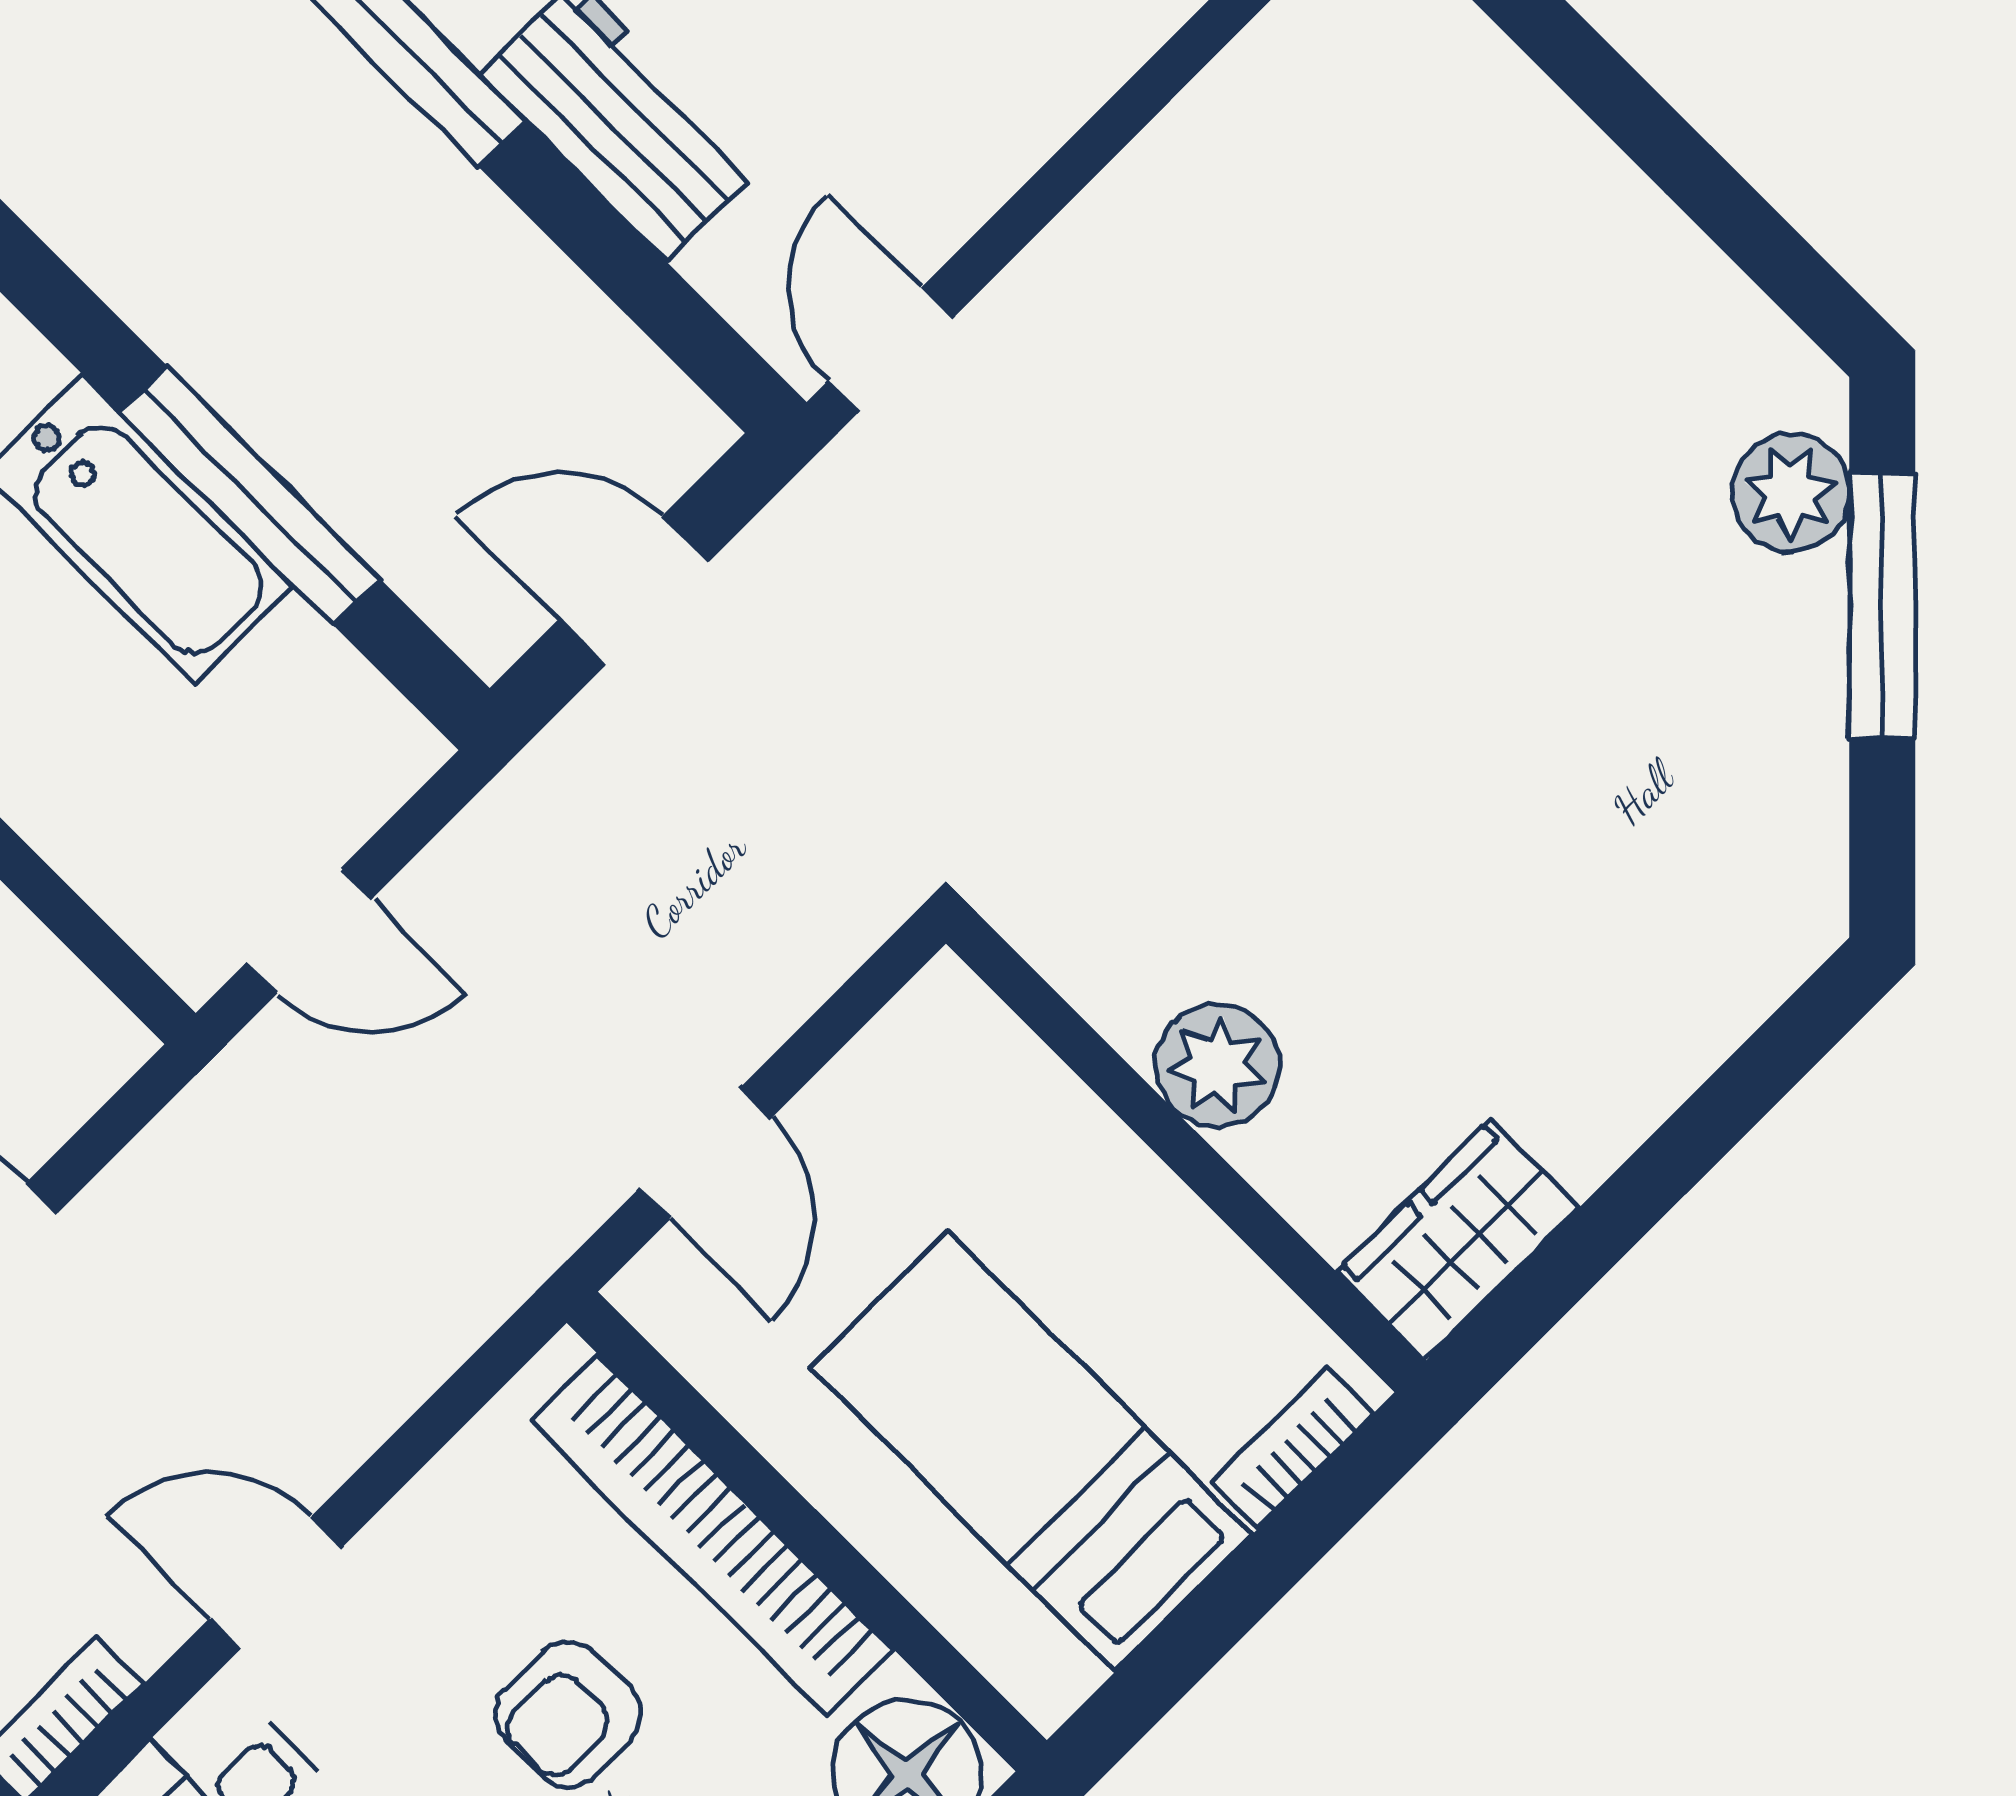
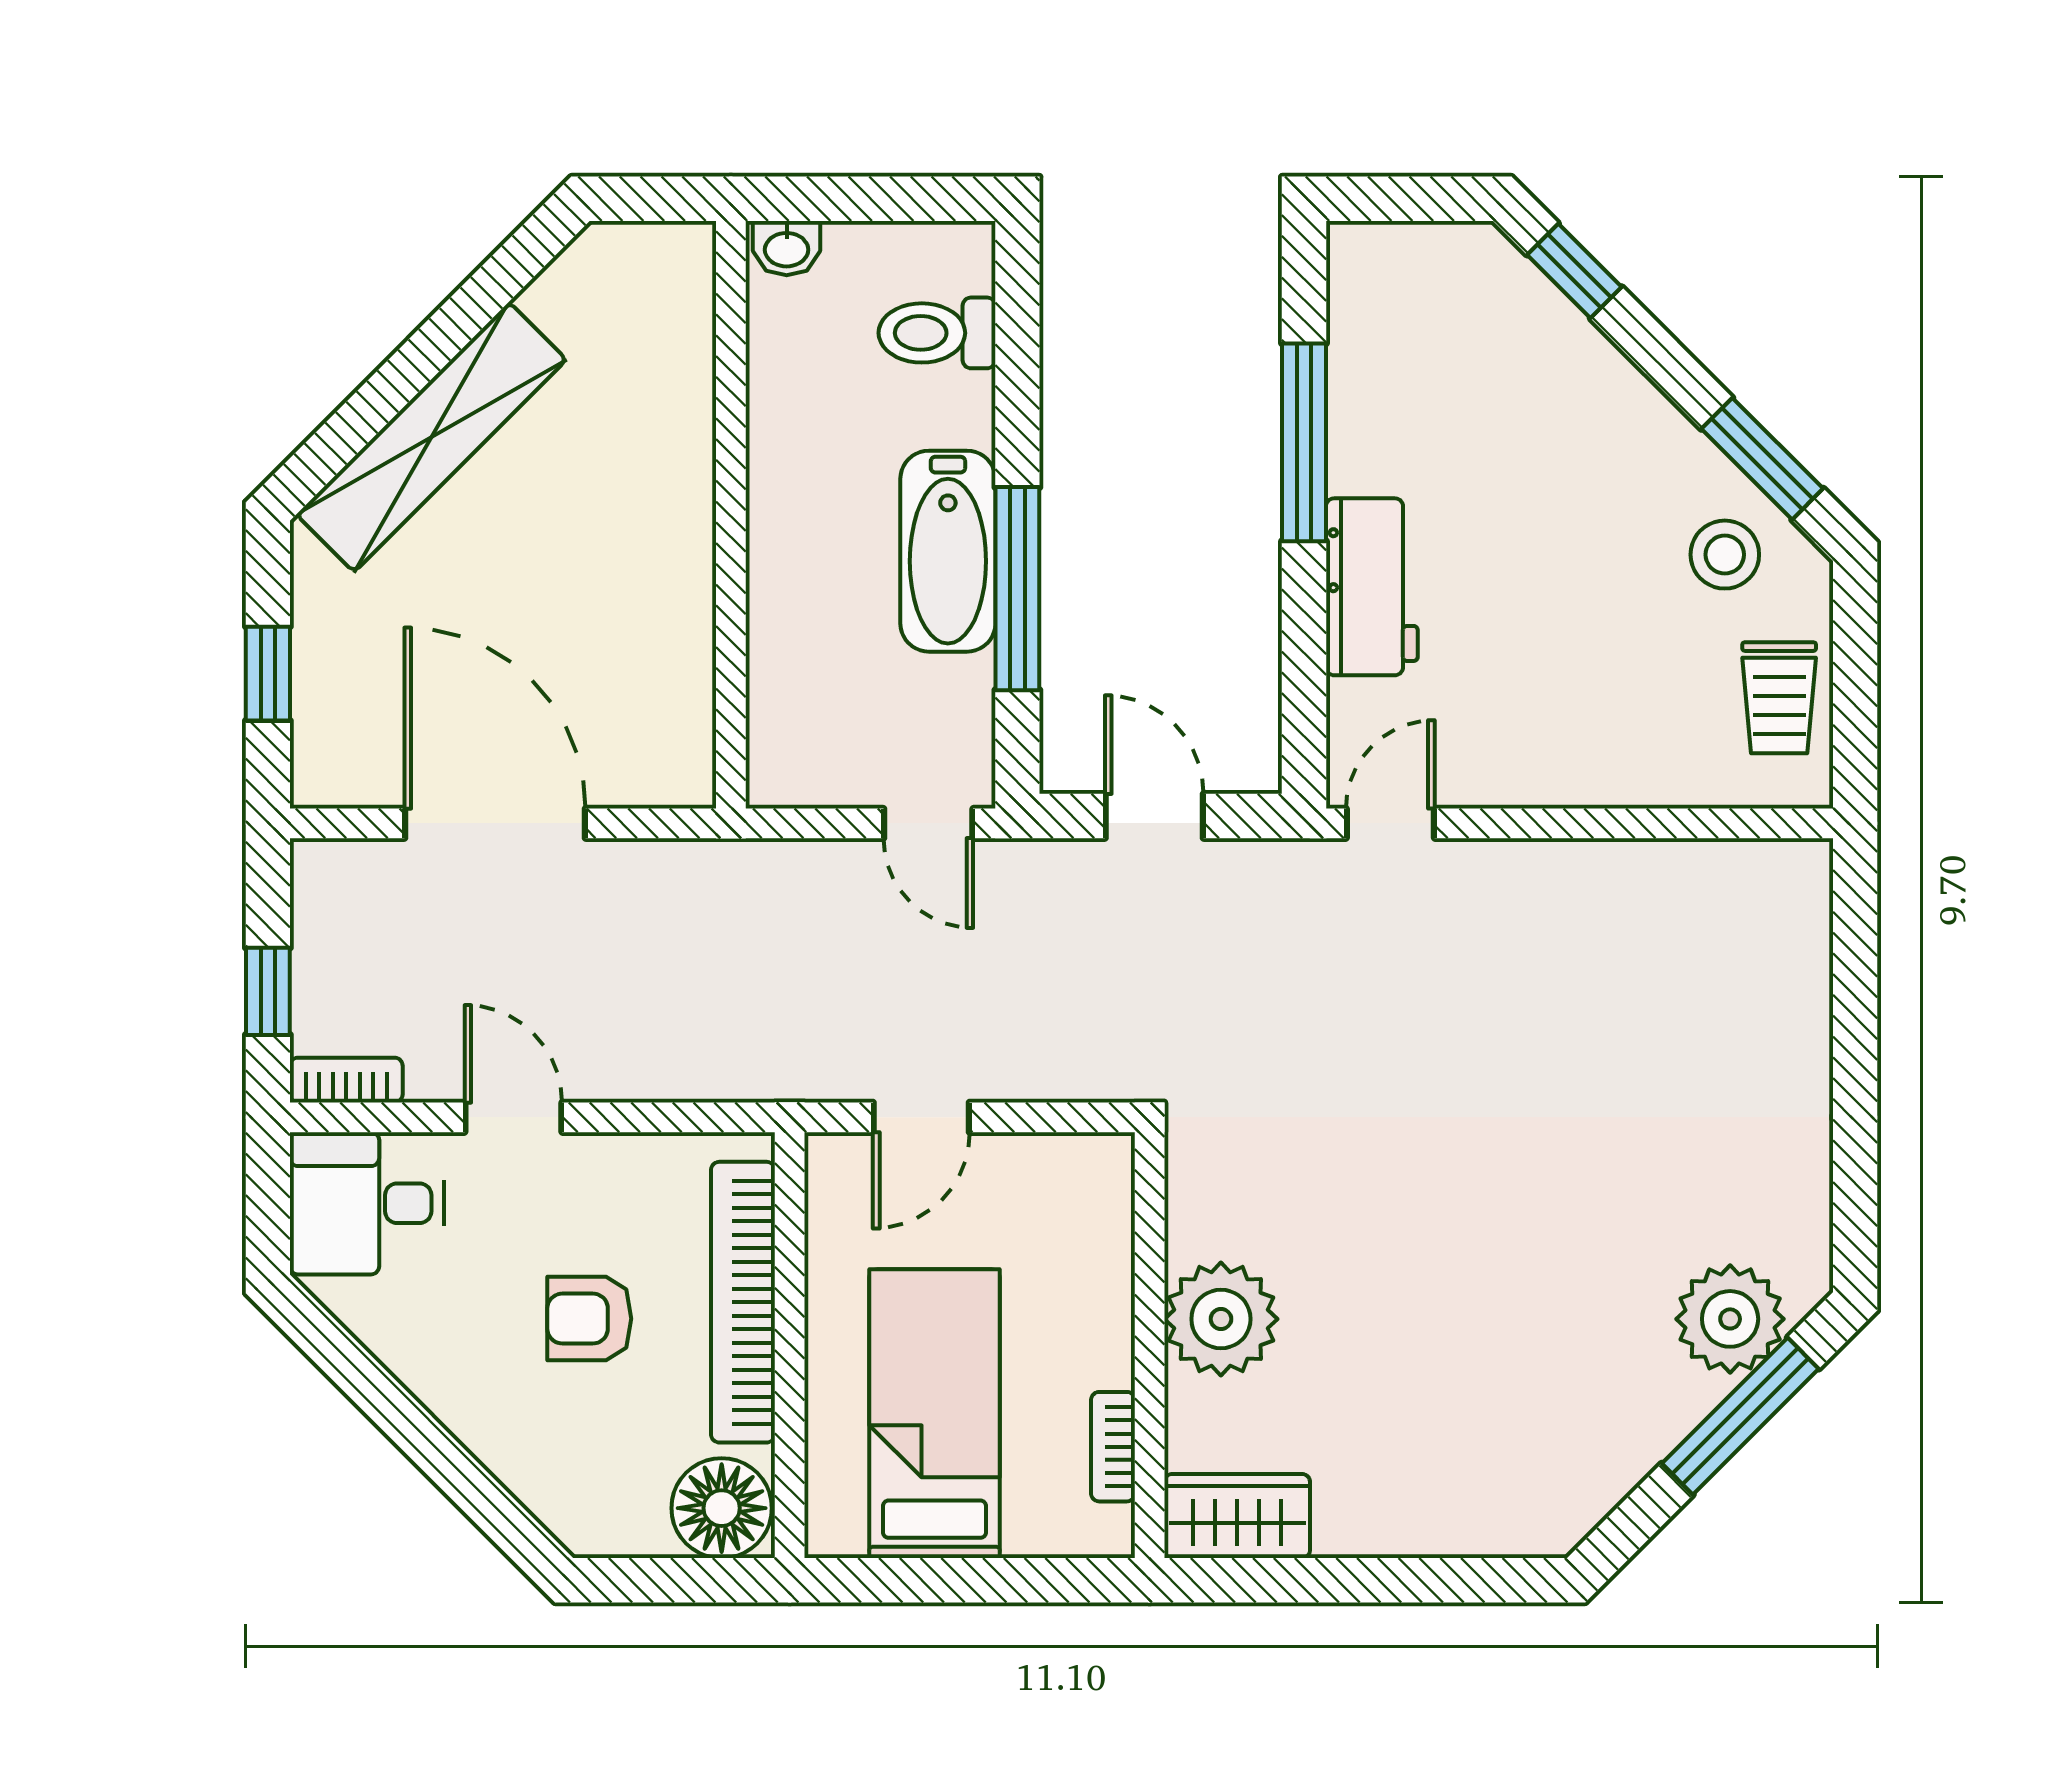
plant: (1791, 493) -> (1730, 1319), width x1.36, depth x1.36
door: (309, 931) -> (928, 823), moved
plant: (1217, 1066) -> (1221, 1319), width x1.36, depth x1.36
bookcase: (1293, 1448) -> (1113, 1447), moved, turned -90

